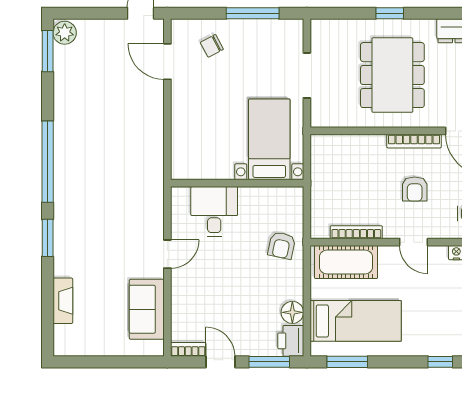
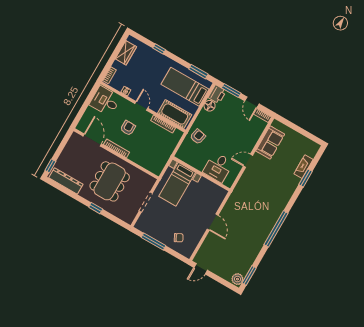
door: (167, 62) -> (213, 222), moved
window: (48, 238) -> (305, 178), moved

